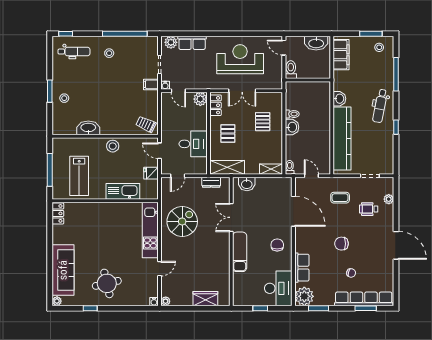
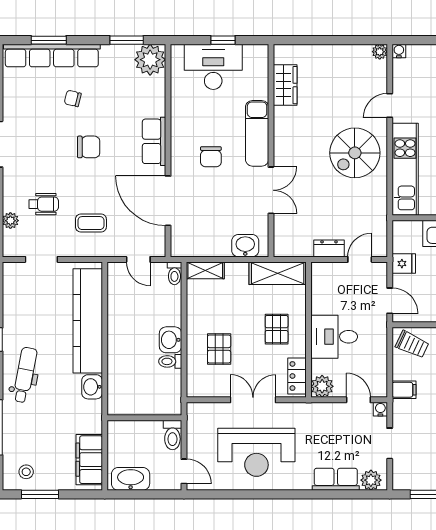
filing cabinet: (151, 84) -> (404, 390), moved
desk: (193, 144) -> (334, 337), moved
dresser: (211, 182) -> (329, 248), moved
spiral stairs: (182, 221) -> (355, 153), moved
chair: (277, 245) -> (211, 157), moved
row of seats: (302, 268) -> (154, 141), moved
desk: (278, 288) -> (213, 67), moved, turned 90
wardrobe: (205, 299) -> (285, 85), moved, turned -90

